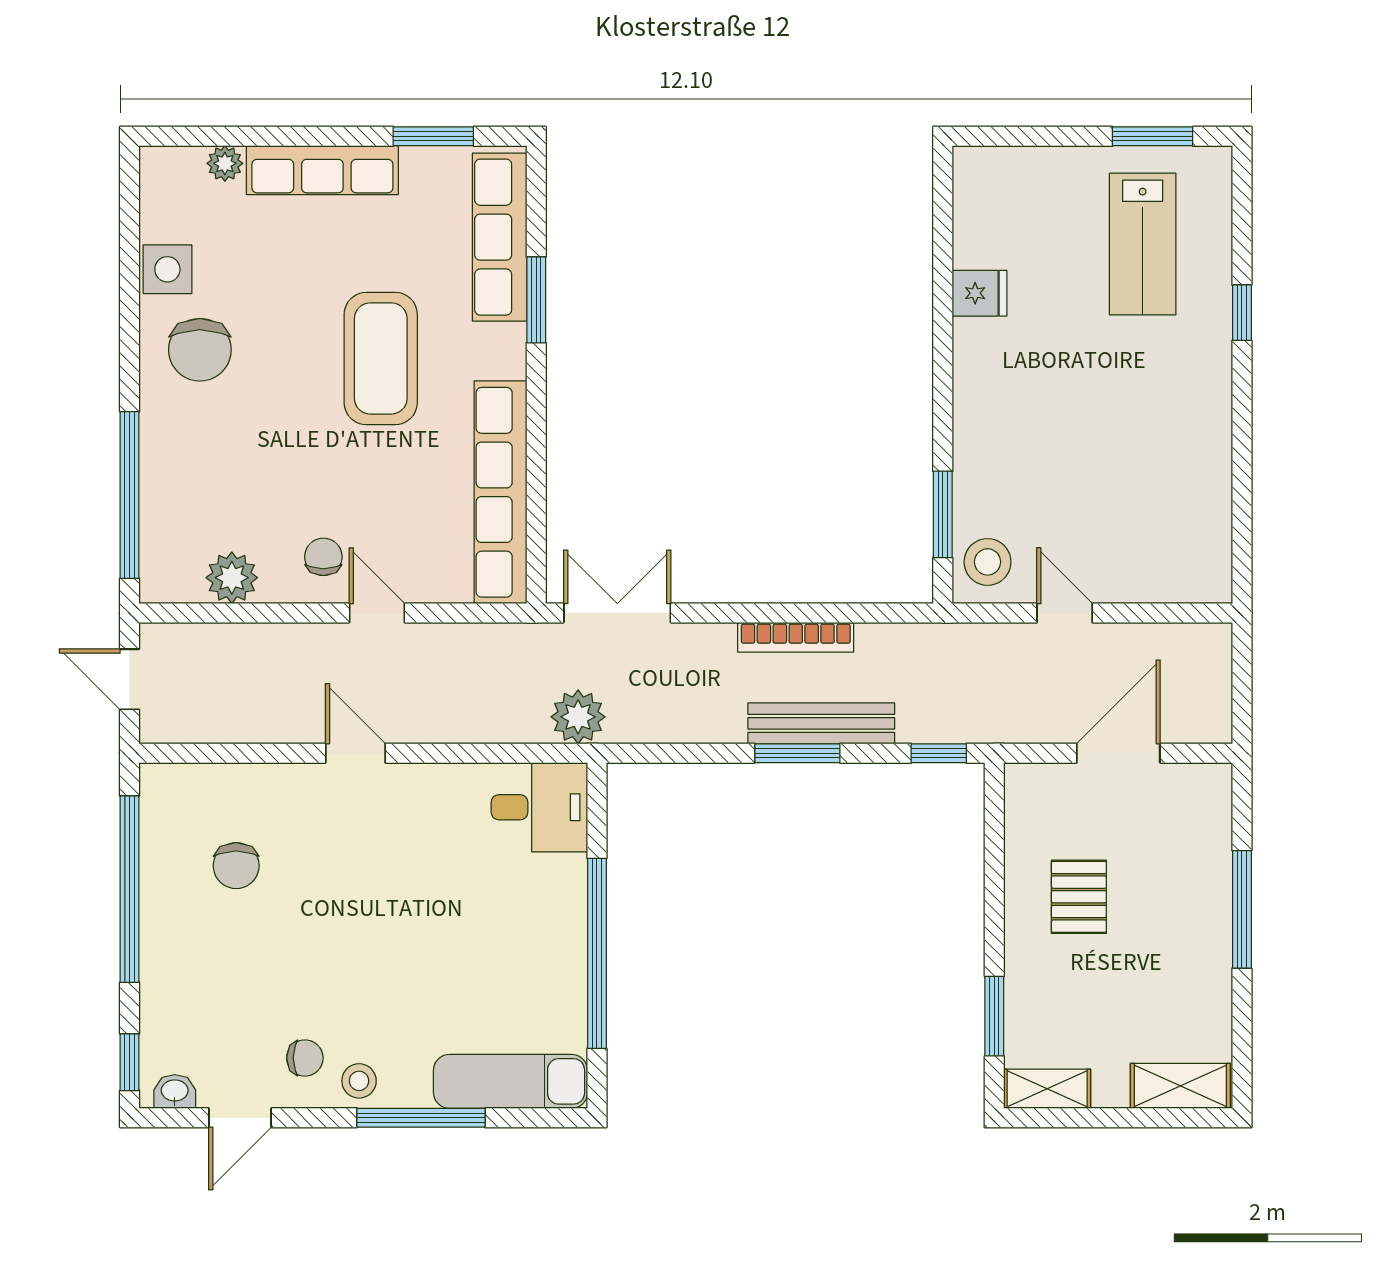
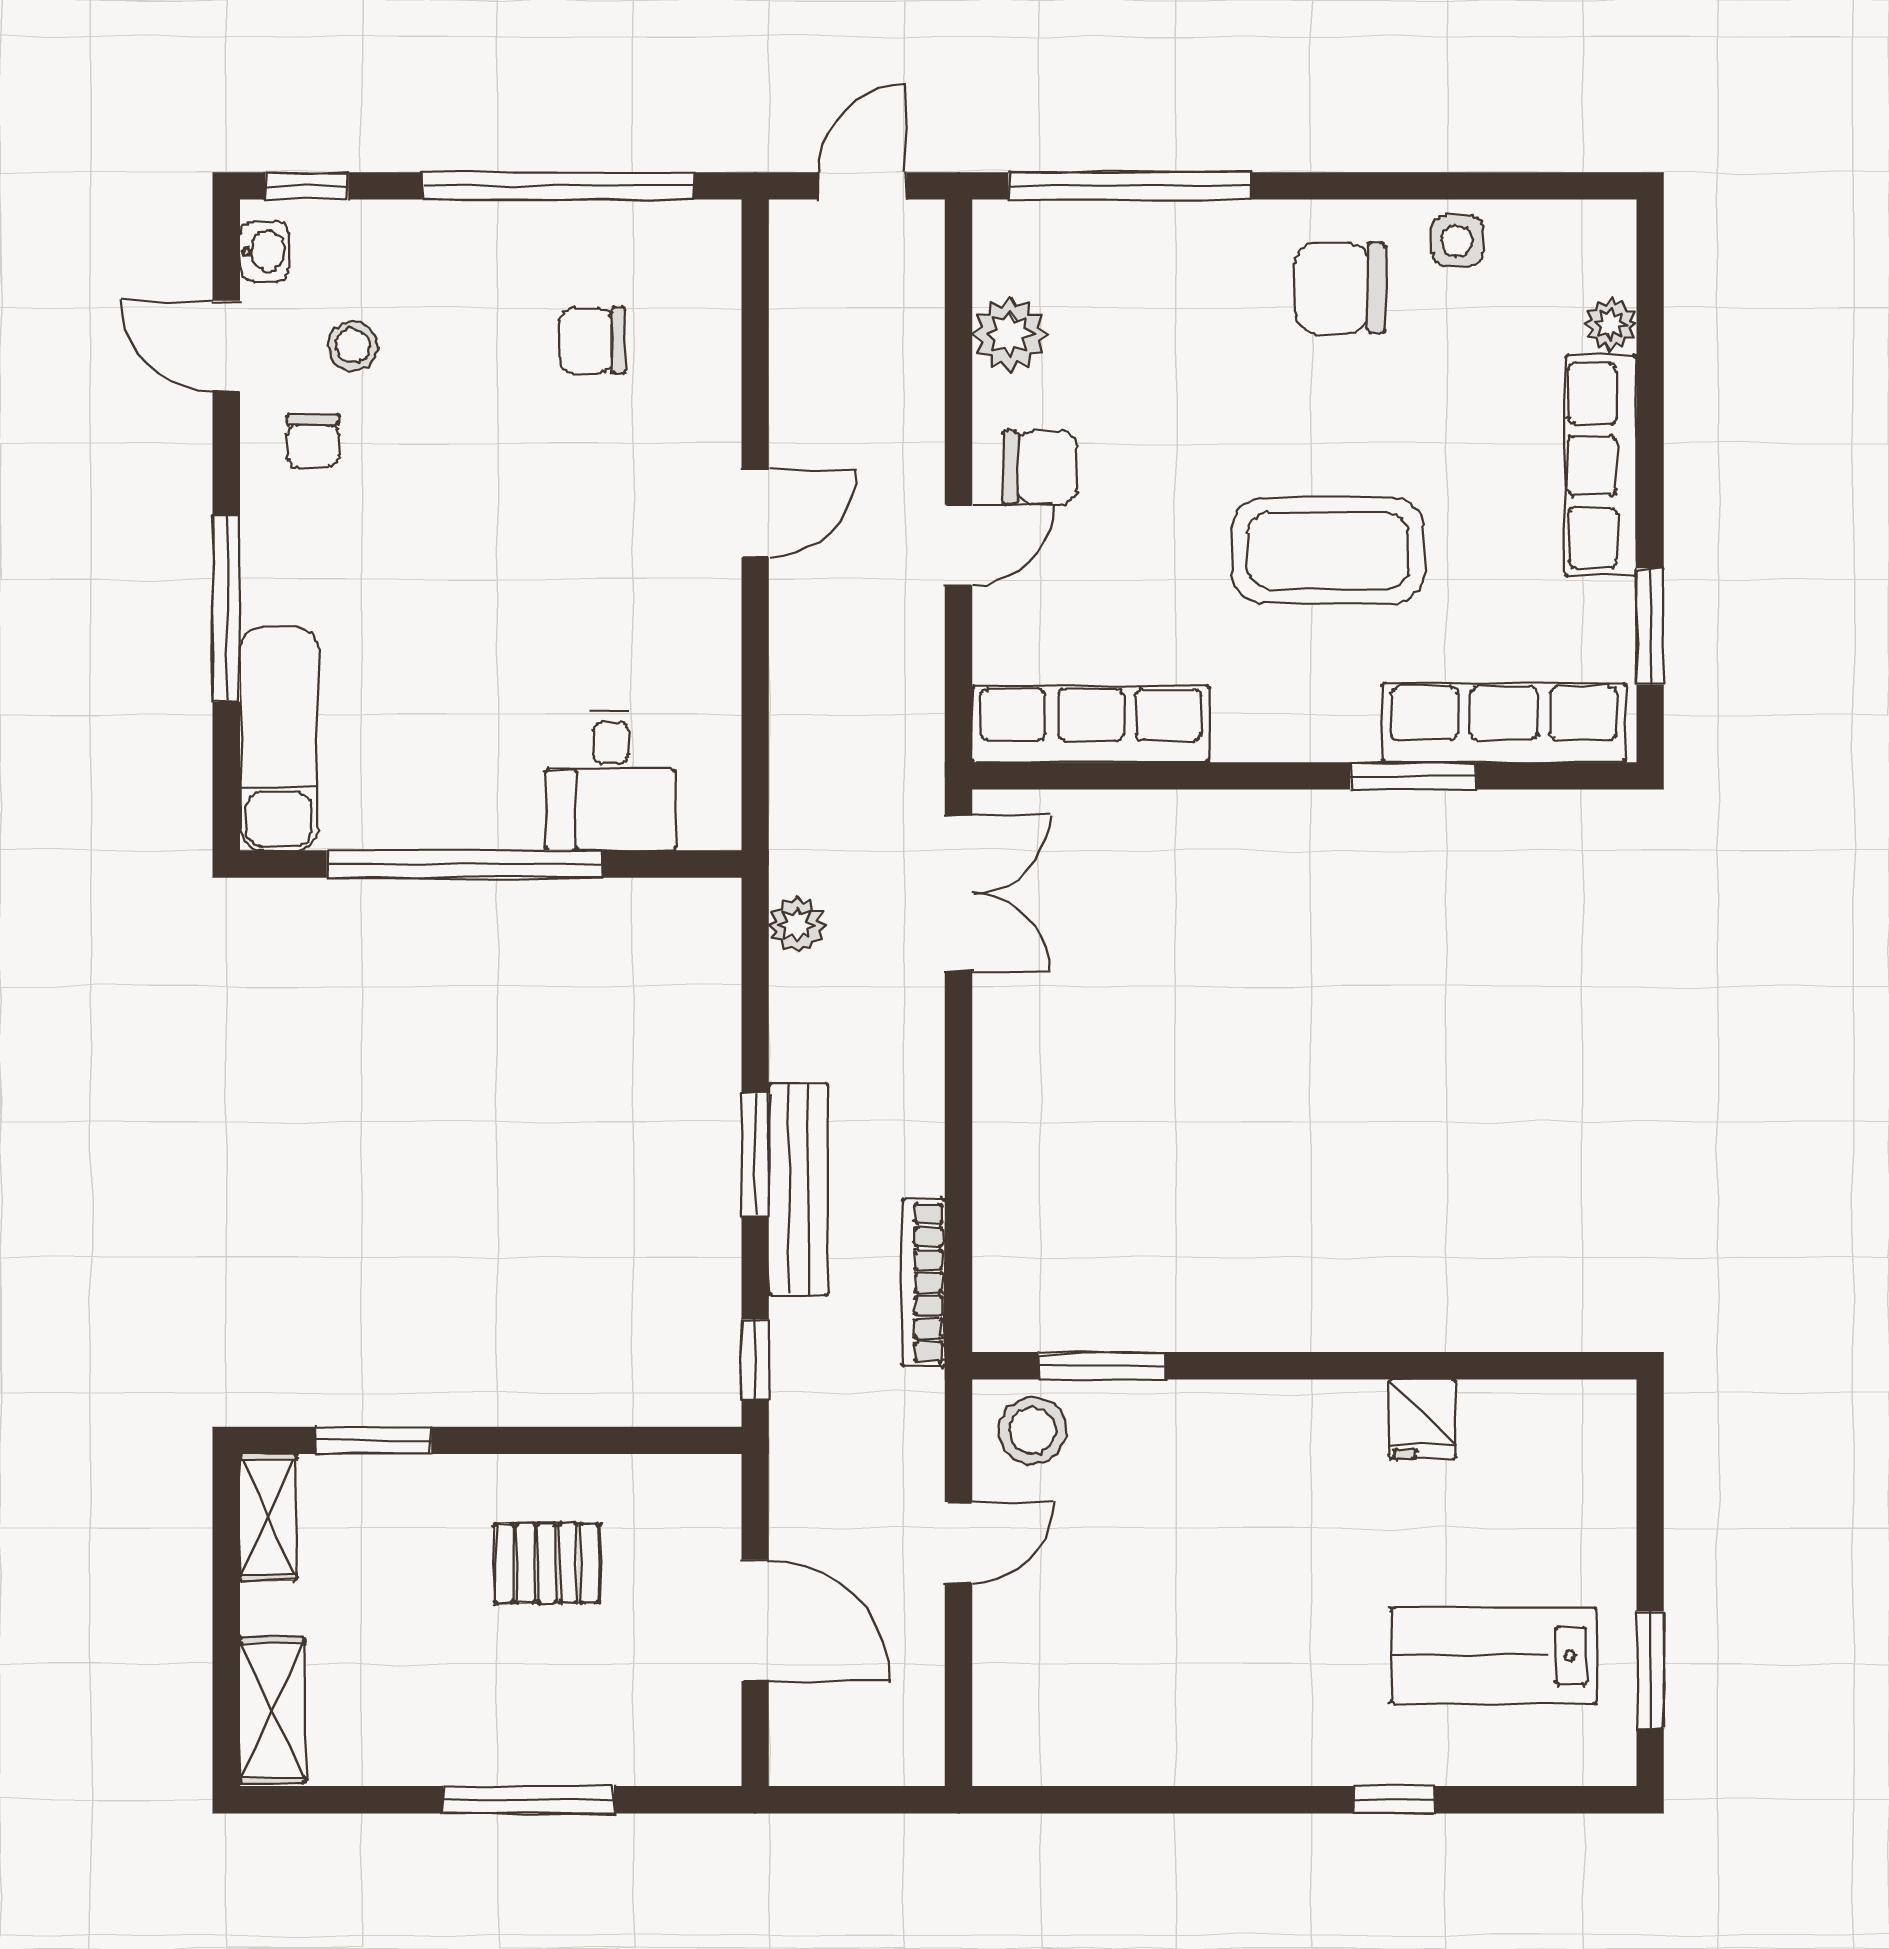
side table: (167, 269) -> (1457, 241), width x0.73, depth x0.73
row of seats: (500, 492) -> (1090, 724), width x0.73
chair: (323, 557) -> (1040, 467), width x1.37, depth x1.37
bookcase: (796, 637) -> (923, 1283), moved
plant: (578, 717) -> (797, 925), moved, width x0.73, depth x0.73
desk: (539, 807) -> (611, 780), moved
stool: (359, 1081) -> (353, 346), moved

